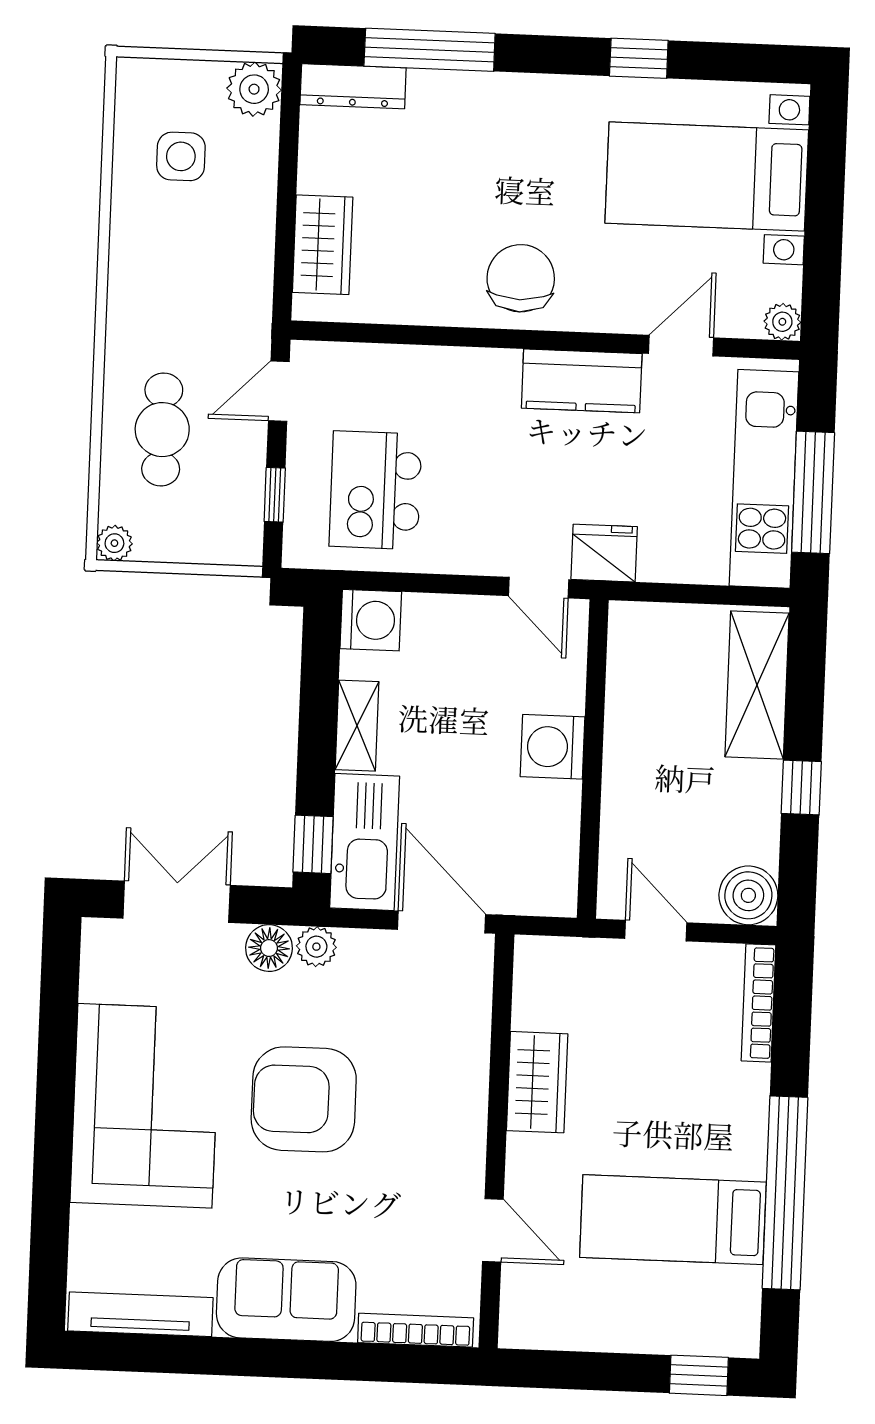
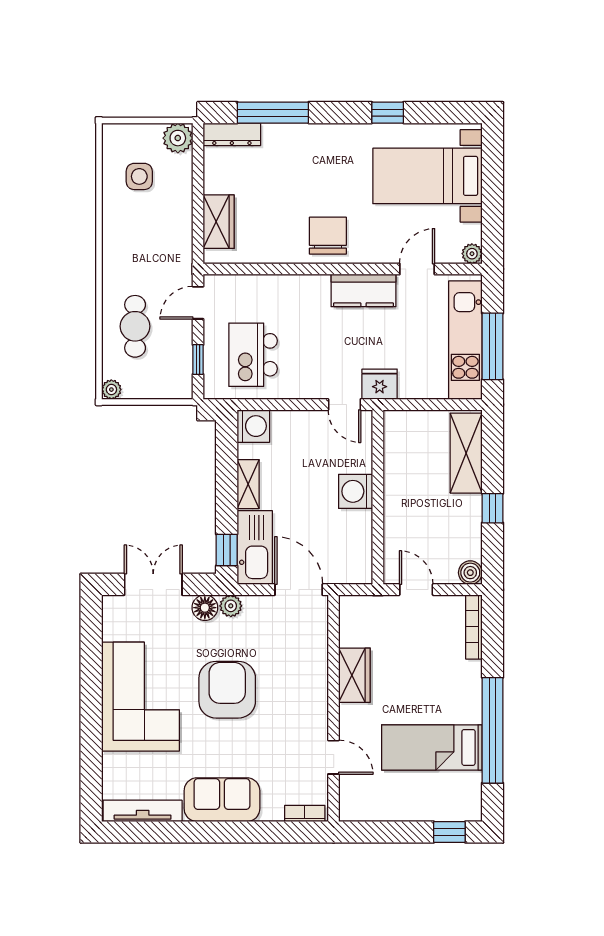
boiler: (748, 895) -> (470, 573), width x0.73, depth x0.73
armchair: (304, 1099) -> (227, 690), turned 90
bookcase: (416, 1330) -> (305, 814), width x0.64

